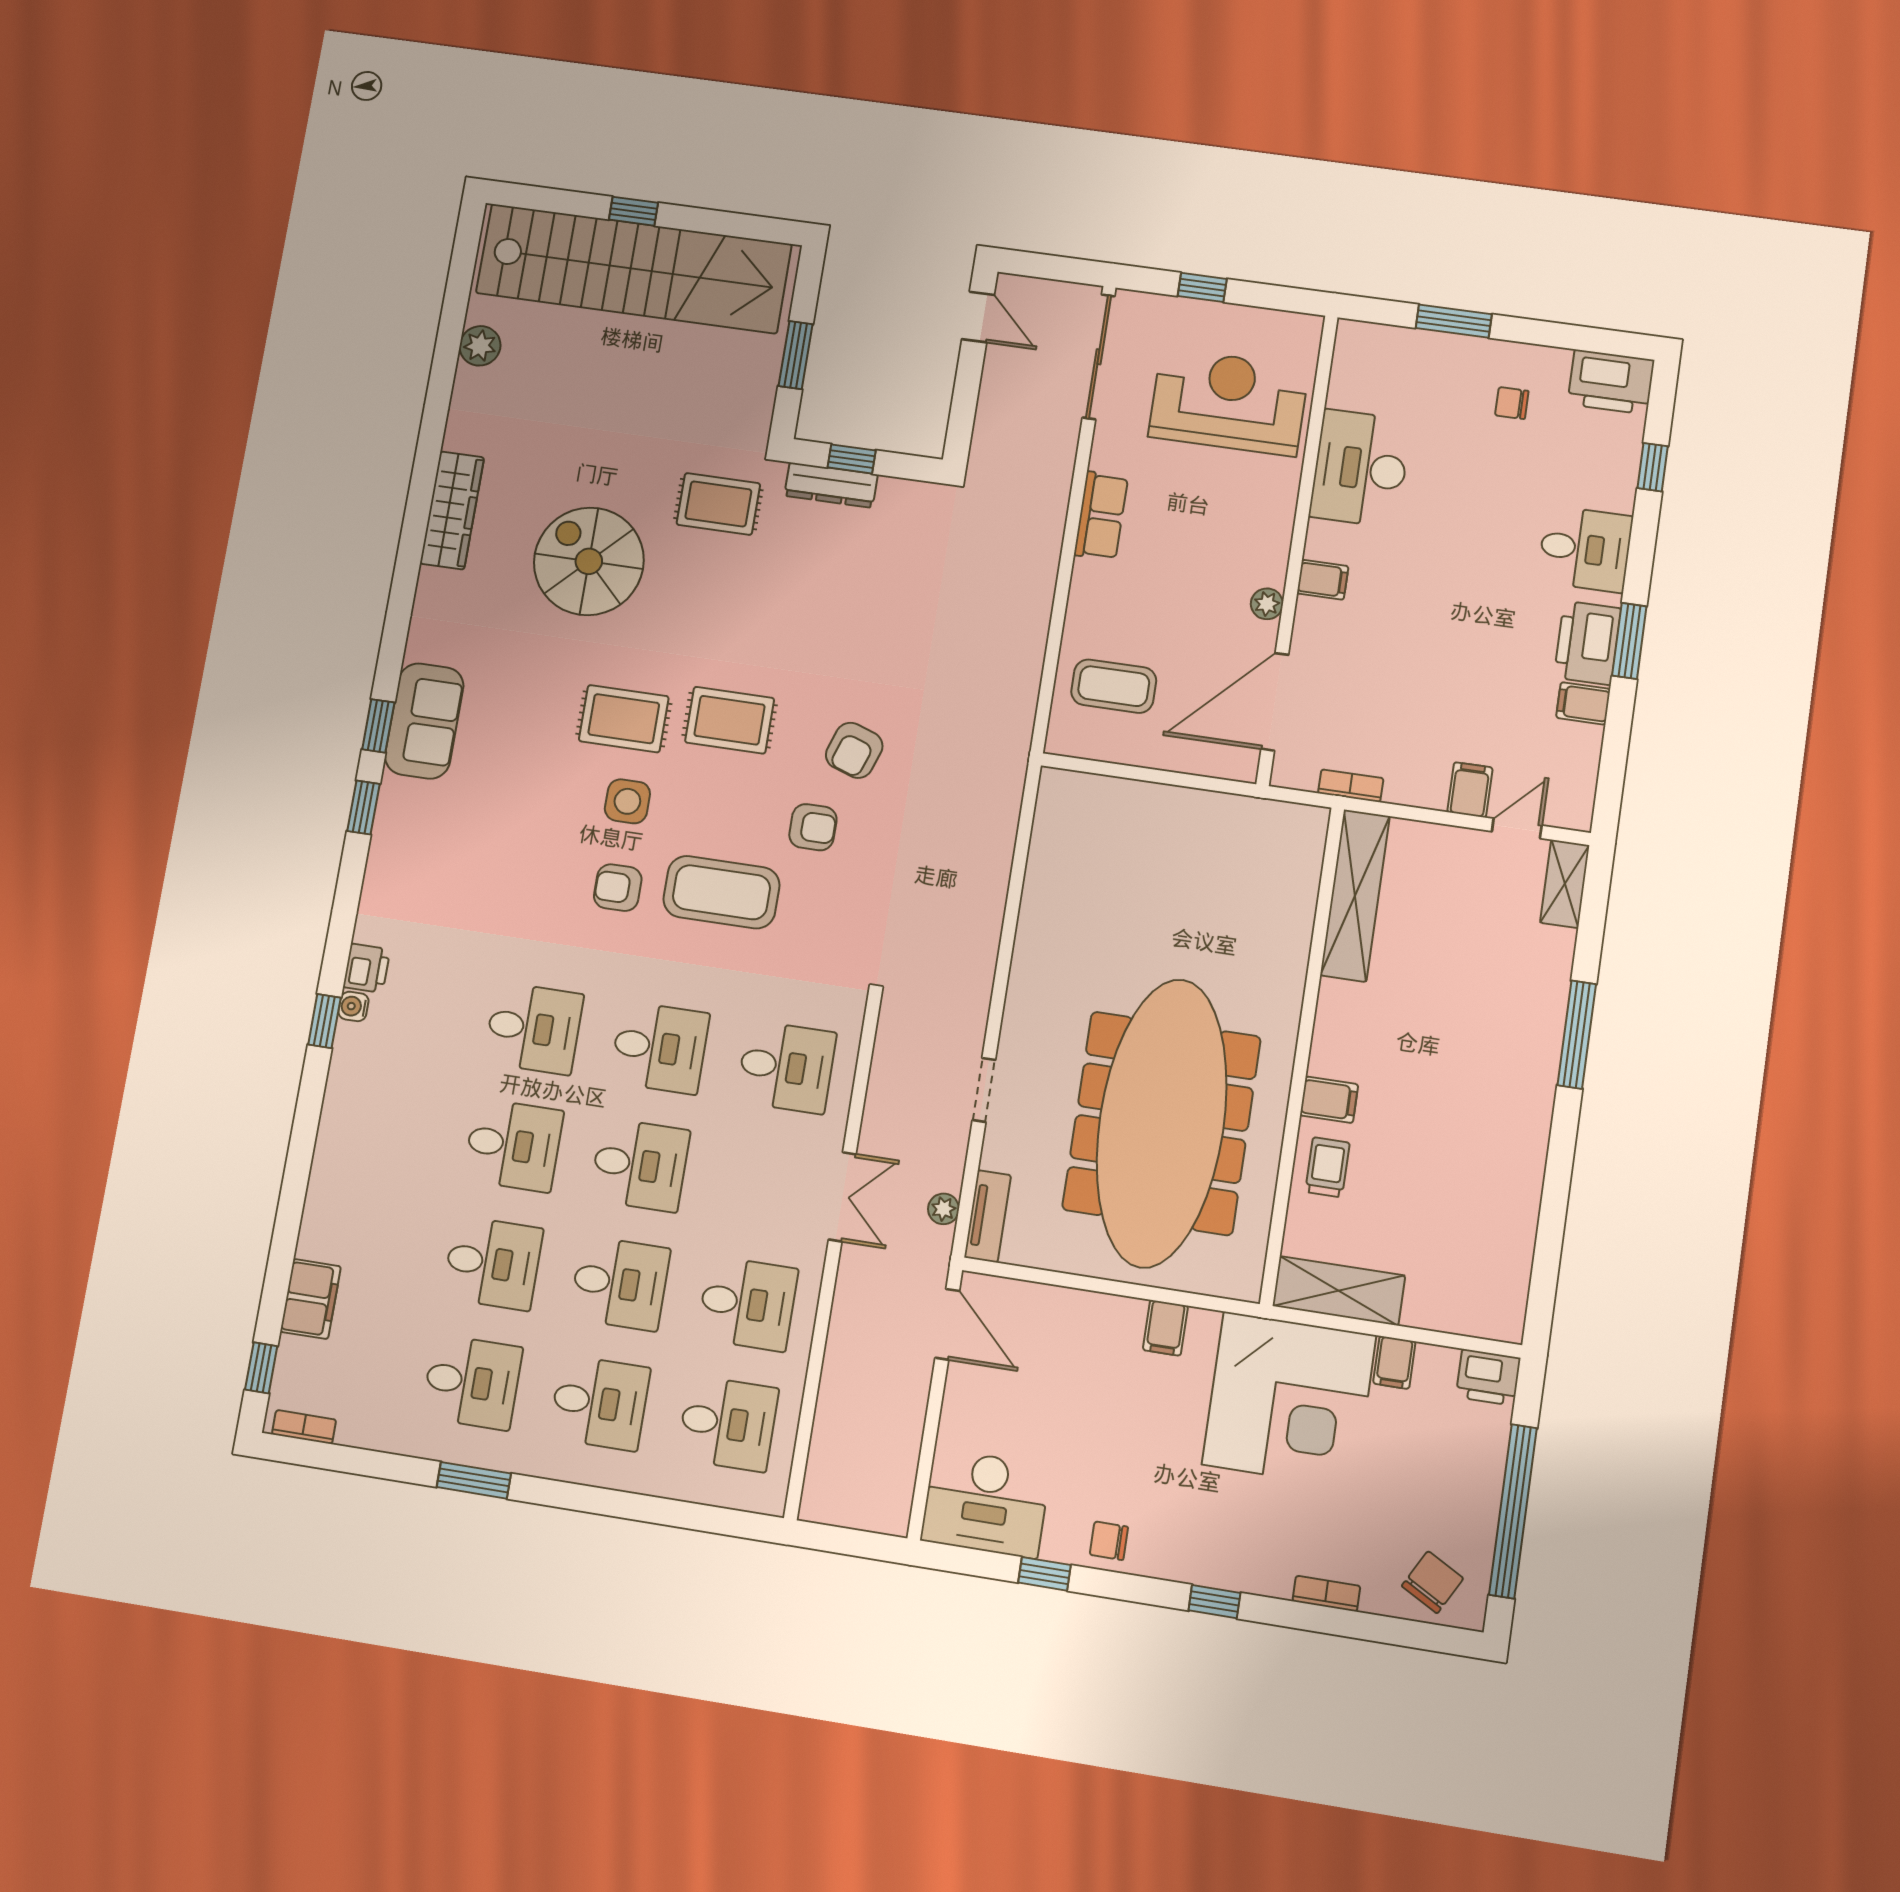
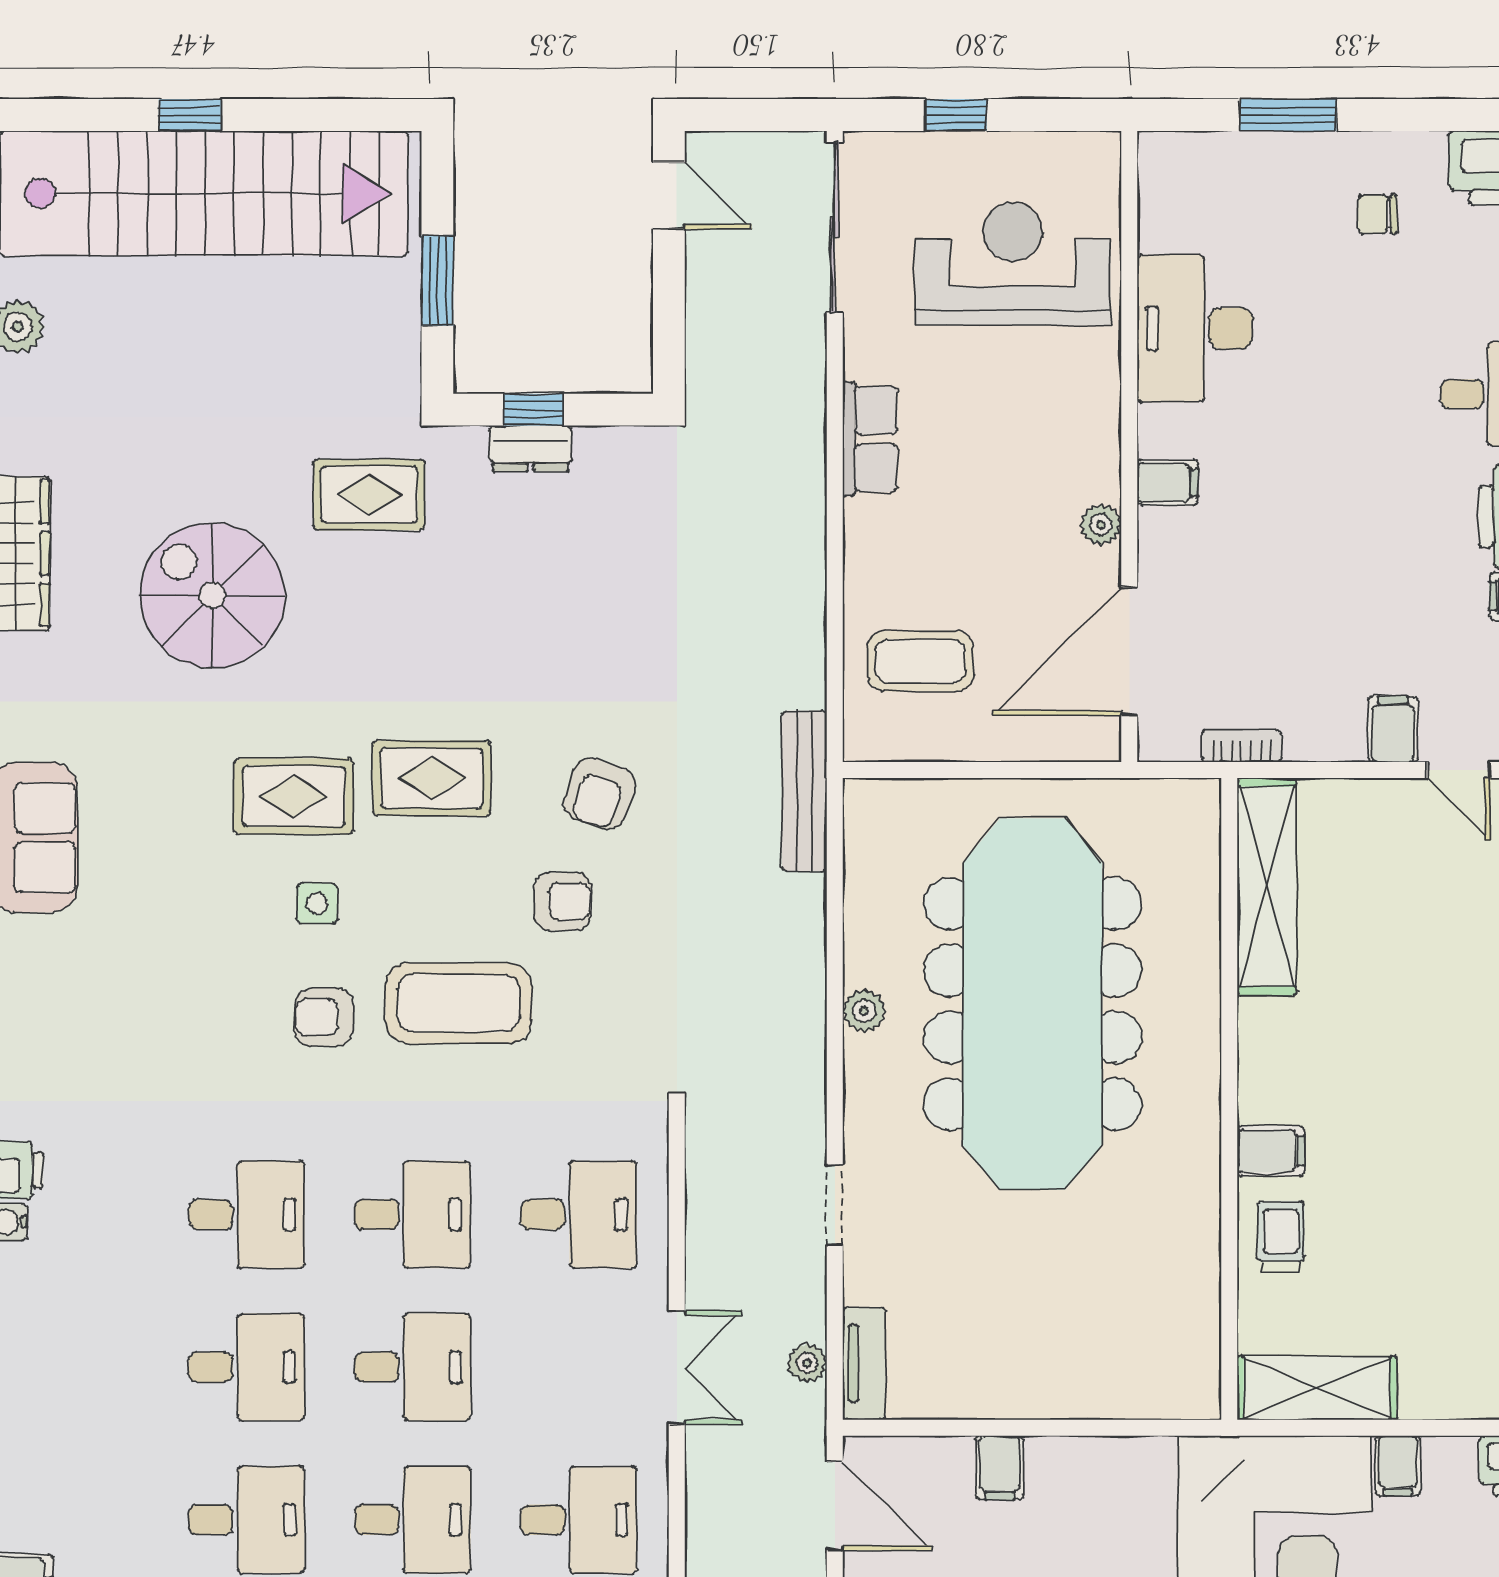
dresser: (831, 485) -> (530, 448), width x0.70
bench: (1010, 771) -> (804, 791), added
side table: (627, 801) -> (317, 903), width x0.73, depth x0.73
door: (1517, 828) -> (1459, 770), swing flipped
plant: (1030, 944) -> (864, 1011), added
meeting table: (1162, 1123) -> (1033, 1004), moved
filing cabinet: (1165, 1328) -> (1000, 1468), moved

